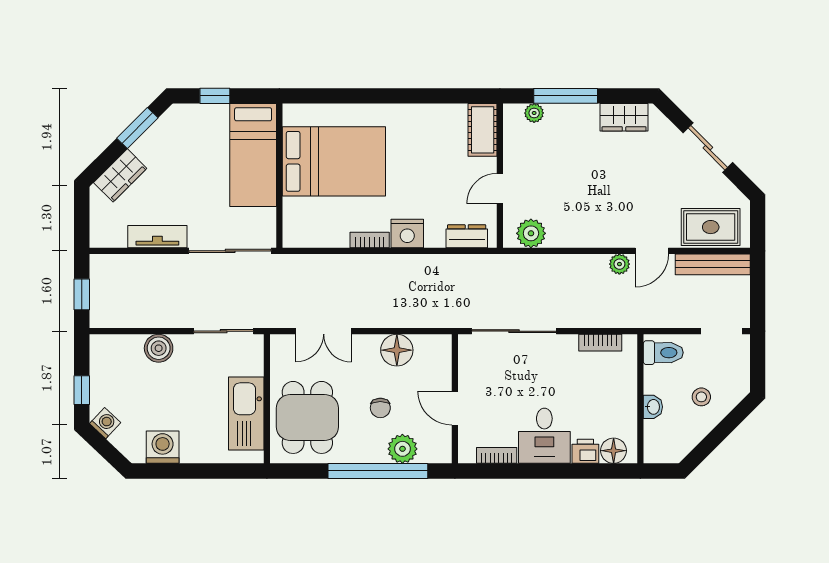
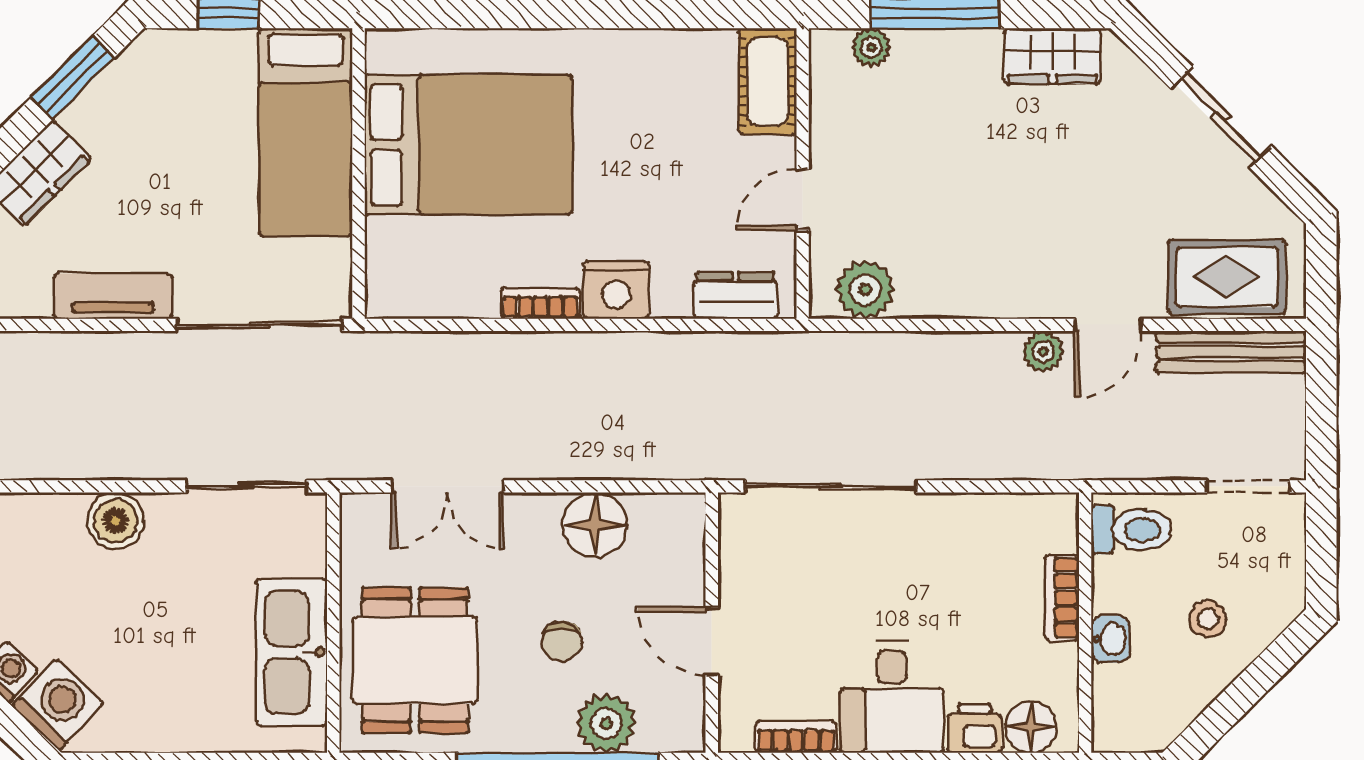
bookcase: (600, 343) -> (1062, 598), moved, turned 90
washing machine: (163, 447) -> (58, 705), moved, turned 43

